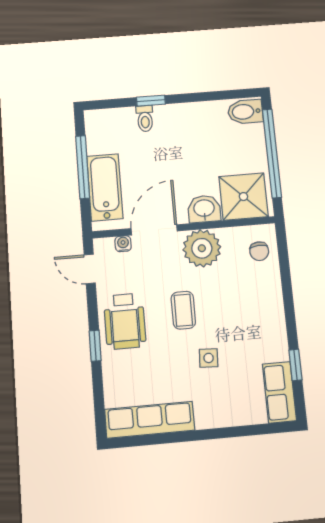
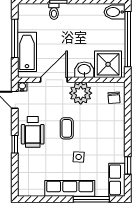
water cooler: (123, 244) -> (22, 87), moved
row of seats: (150, 420) -> (70, 188), moved
window: (238, 431) -> (91, 199), added

